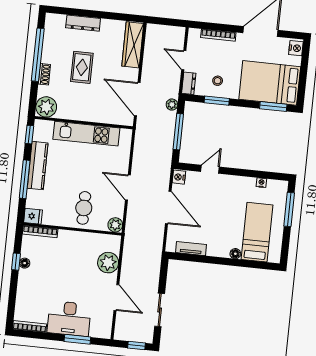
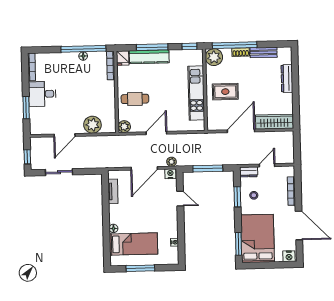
bench: (48, 47) -> (264, 52), added
window: (38, 55) -> (235, 45), moved
rug: (82, 67) -> (225, 92), moved
door: (137, 99) -> (241, 131), moved
plant: (172, 105) -> (172, 162), moved
kitchen counter: (38, 166) -> (149, 57), moved
window: (289, 209) -> (140, 268), moved
window: (16, 262) -> (83, 49), width x3.17
desk: (69, 319) -> (42, 94), width x0.73

